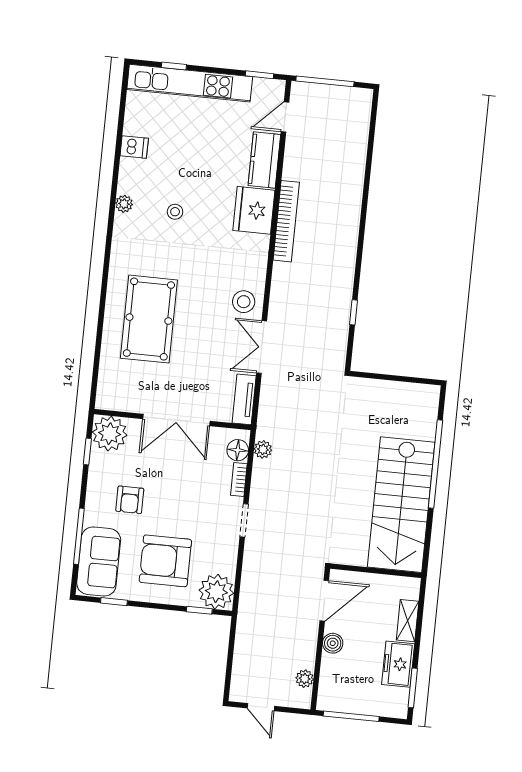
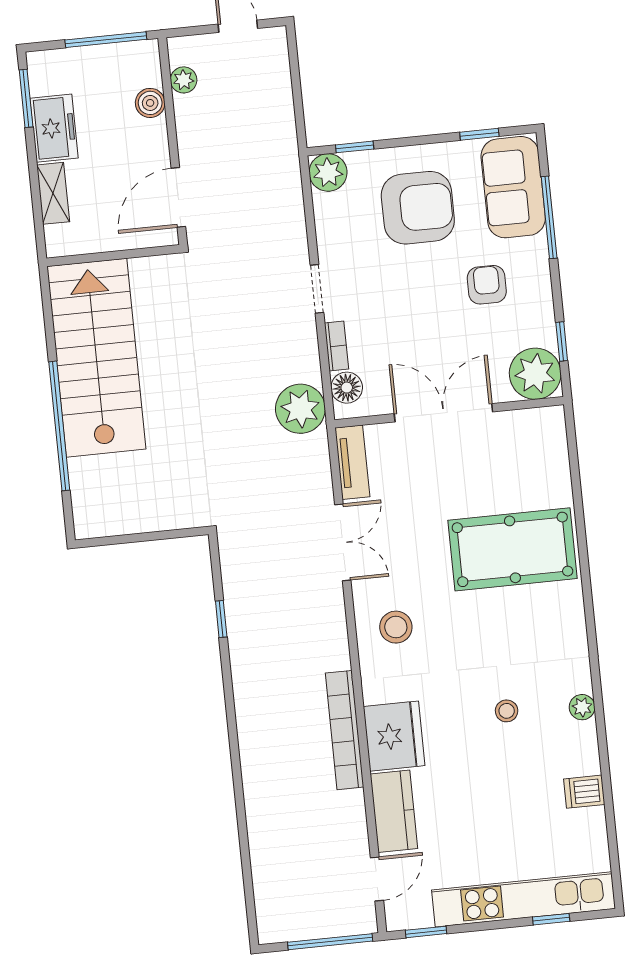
stool: (244, 302) -> (396, 627), moved
pool table: (149, 319) -> (512, 549), turned 90
plant: (263, 449) -> (300, 409), width x1.88, depth x1.88
plant: (216, 592) -> (328, 172), width x0.73, depth x0.73
boiler: (333, 643) -> (150, 103), moved

